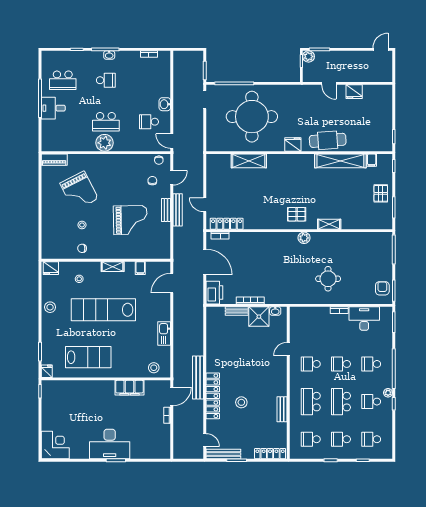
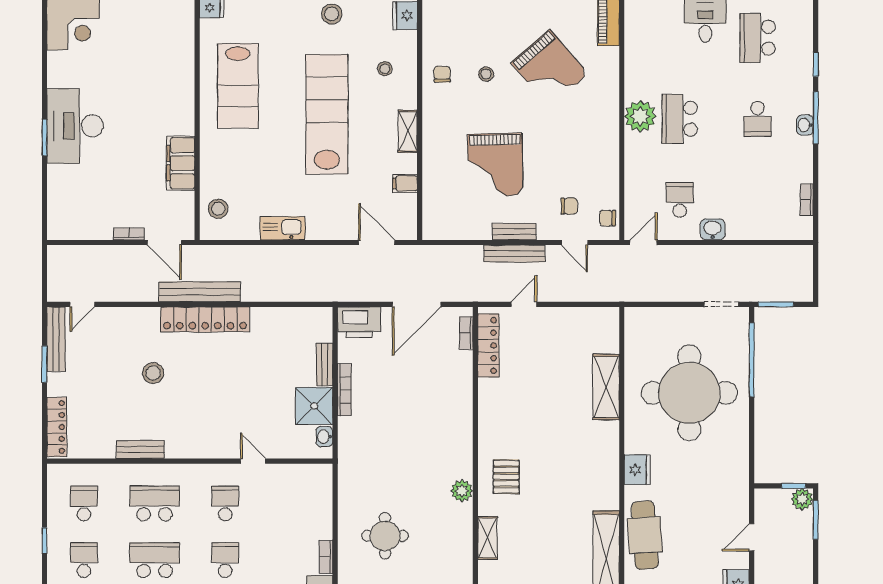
grand piano: (79, 191) -> (550, 69), turned -104
locker: (213, 396) -> (205, 319), moved

